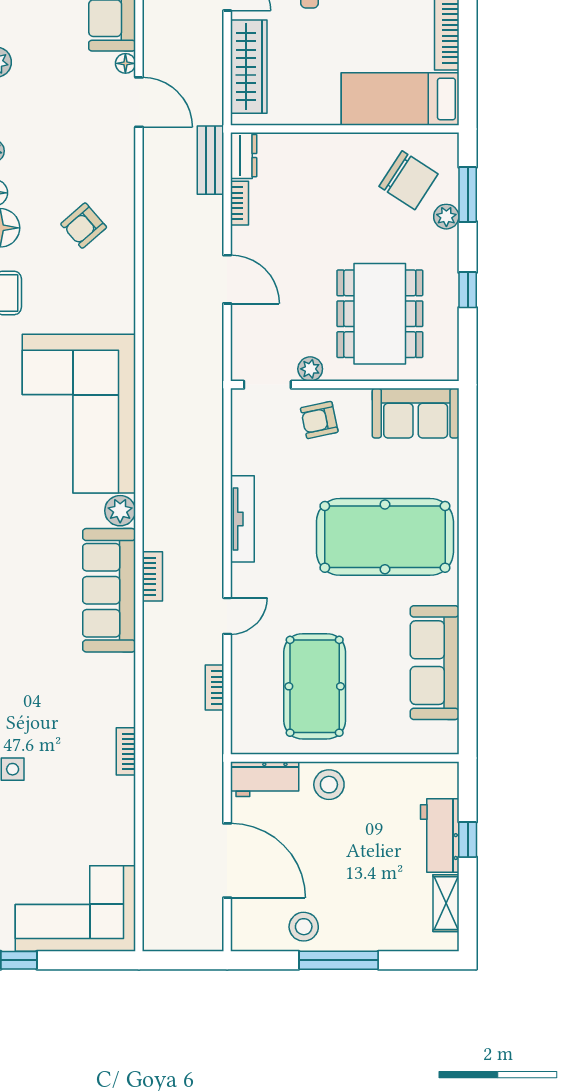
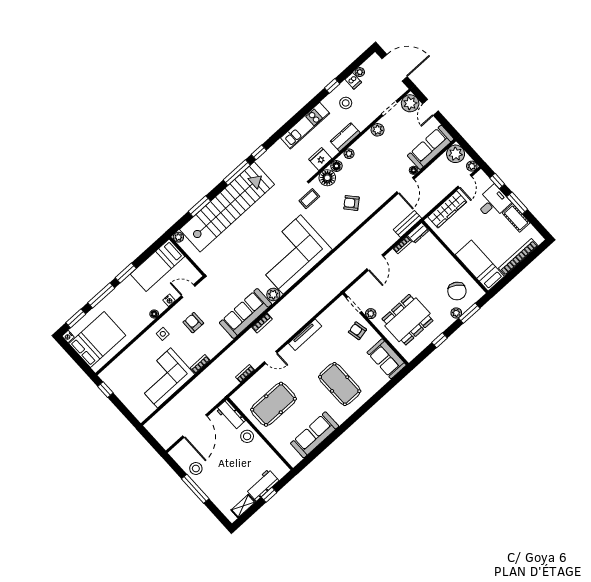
pool table: (385, 537) -> (340, 384), width x0.73, depth x0.76
armchair: (42, 697) -> (193, 323), added
corner sofa: (75, 909) -> (164, 378), moved, turned -90

